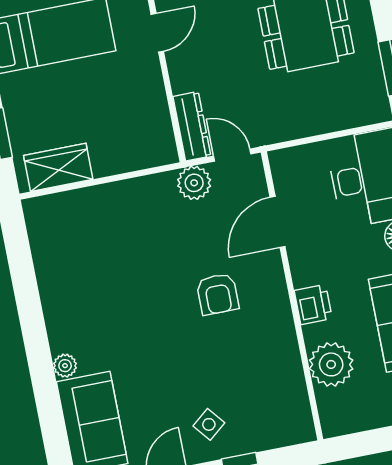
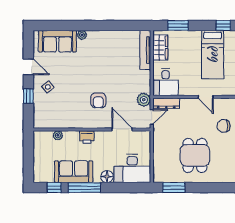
desk: (140, 138) -> (166, 82), added
tv unit: (71, 203) -> (145, 50), added
armchair: (218, 294) -> (98, 100), turned -90
plant: (331, 364) -> (58, 135), width x0.53, depth x0.53

